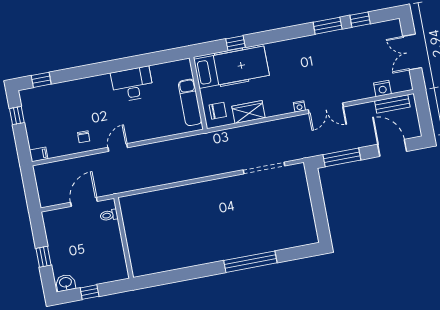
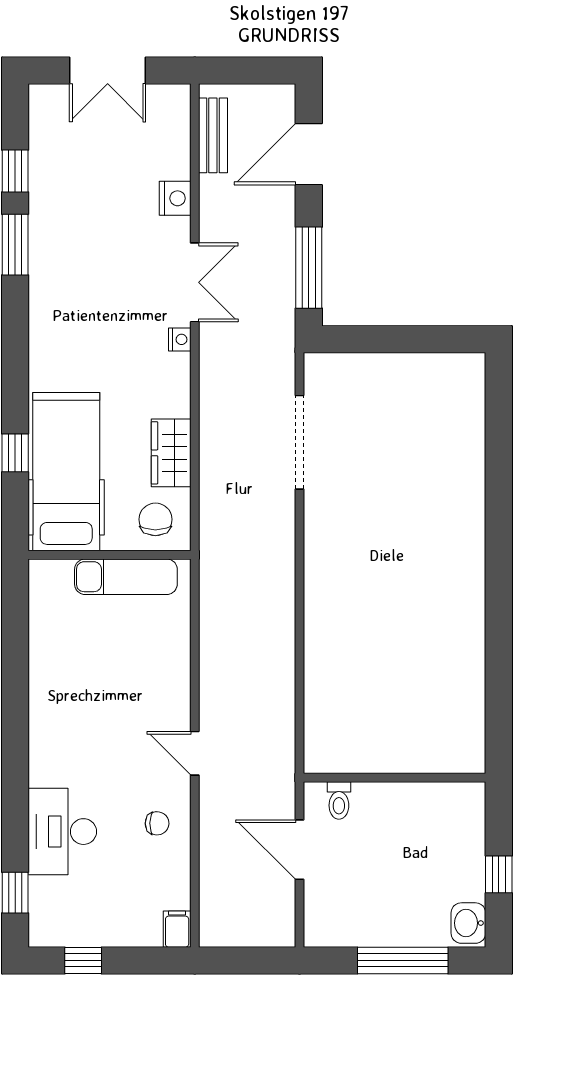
desk: (132, 84) -> (62, 832), moved
nightstand: (382, 89) -> (175, 198), moved
window: (44, 257) -> (403, 960), width x2.17
window: (250, 262) -> (499, 511), removed

